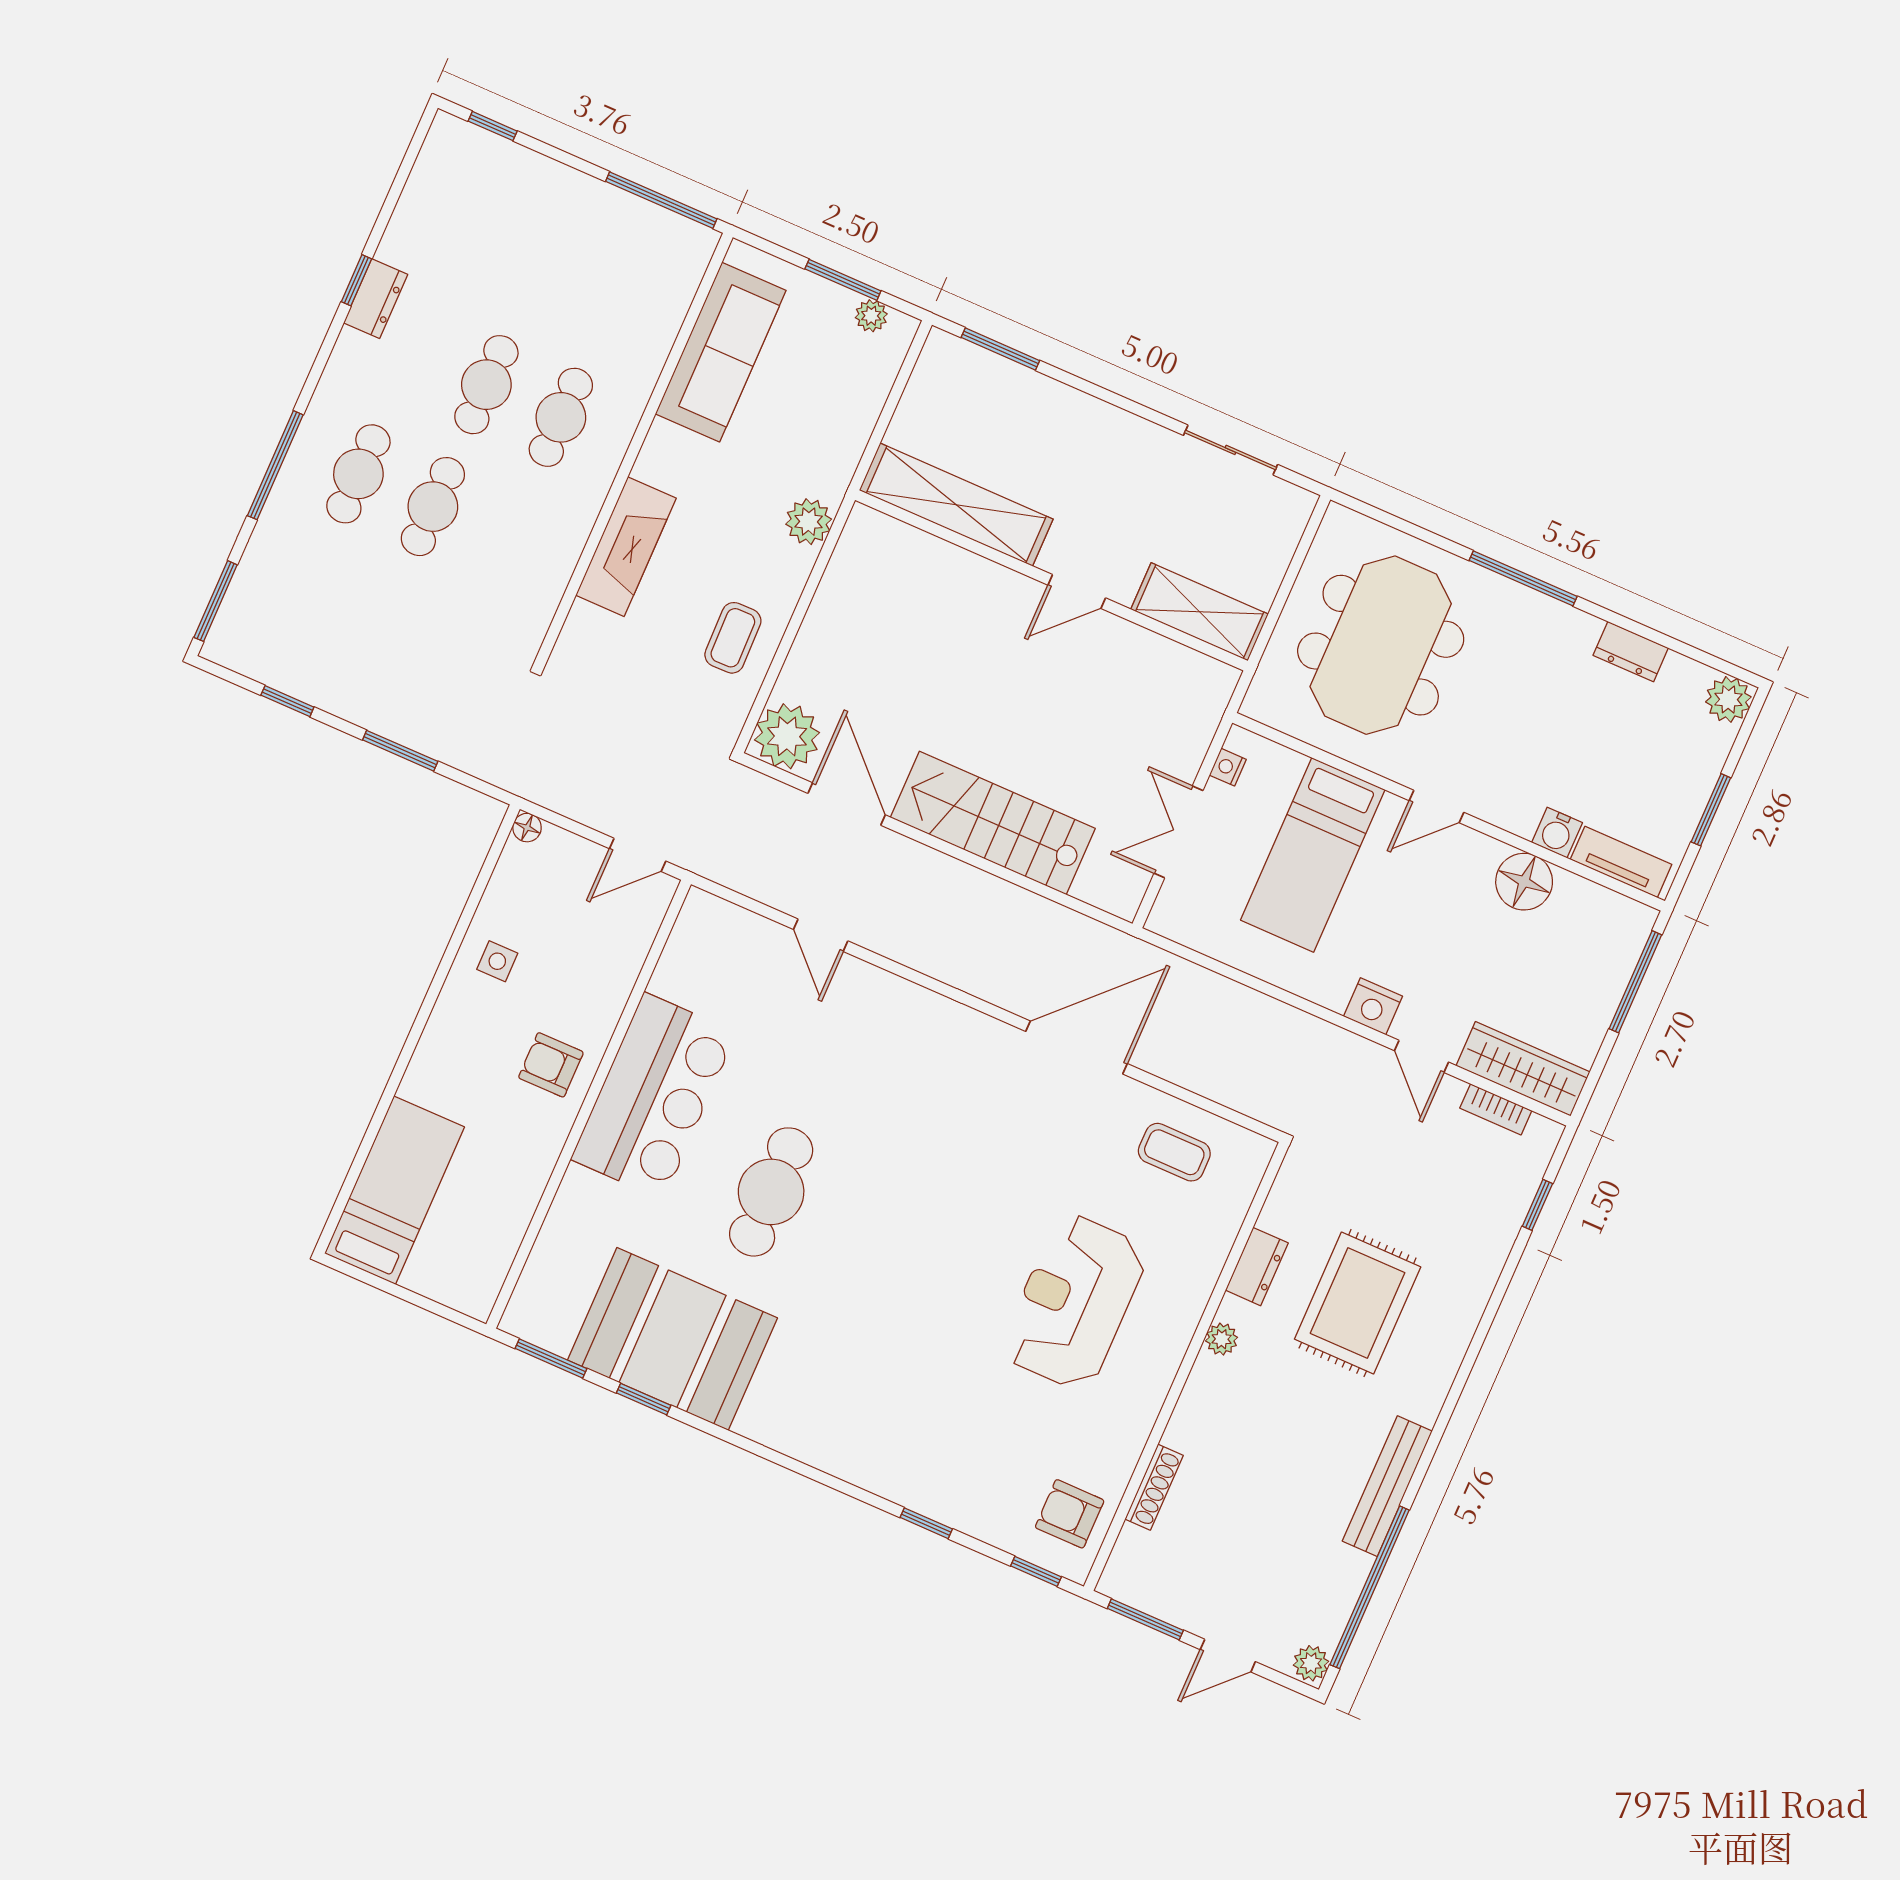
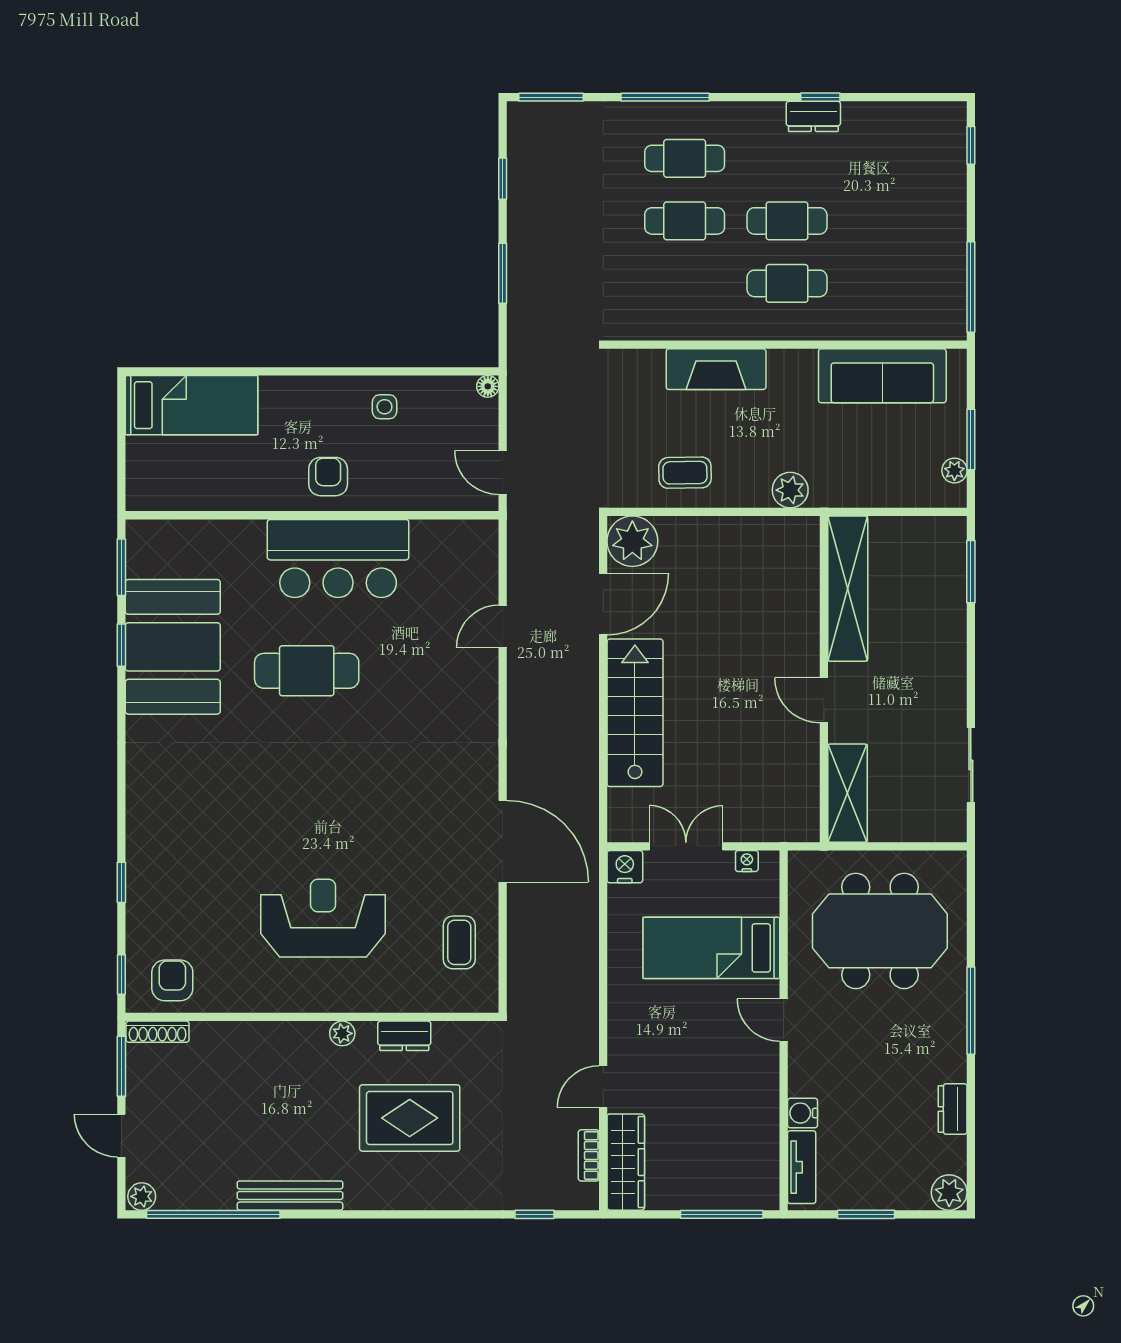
floor lamp: (1524, 882) -> (758, 1105), removed
nightstand: (1373, 1006) -> (625, 867), moved, turned 90
shoe rack: (1154, 1487) -> (158, 1032), moved

